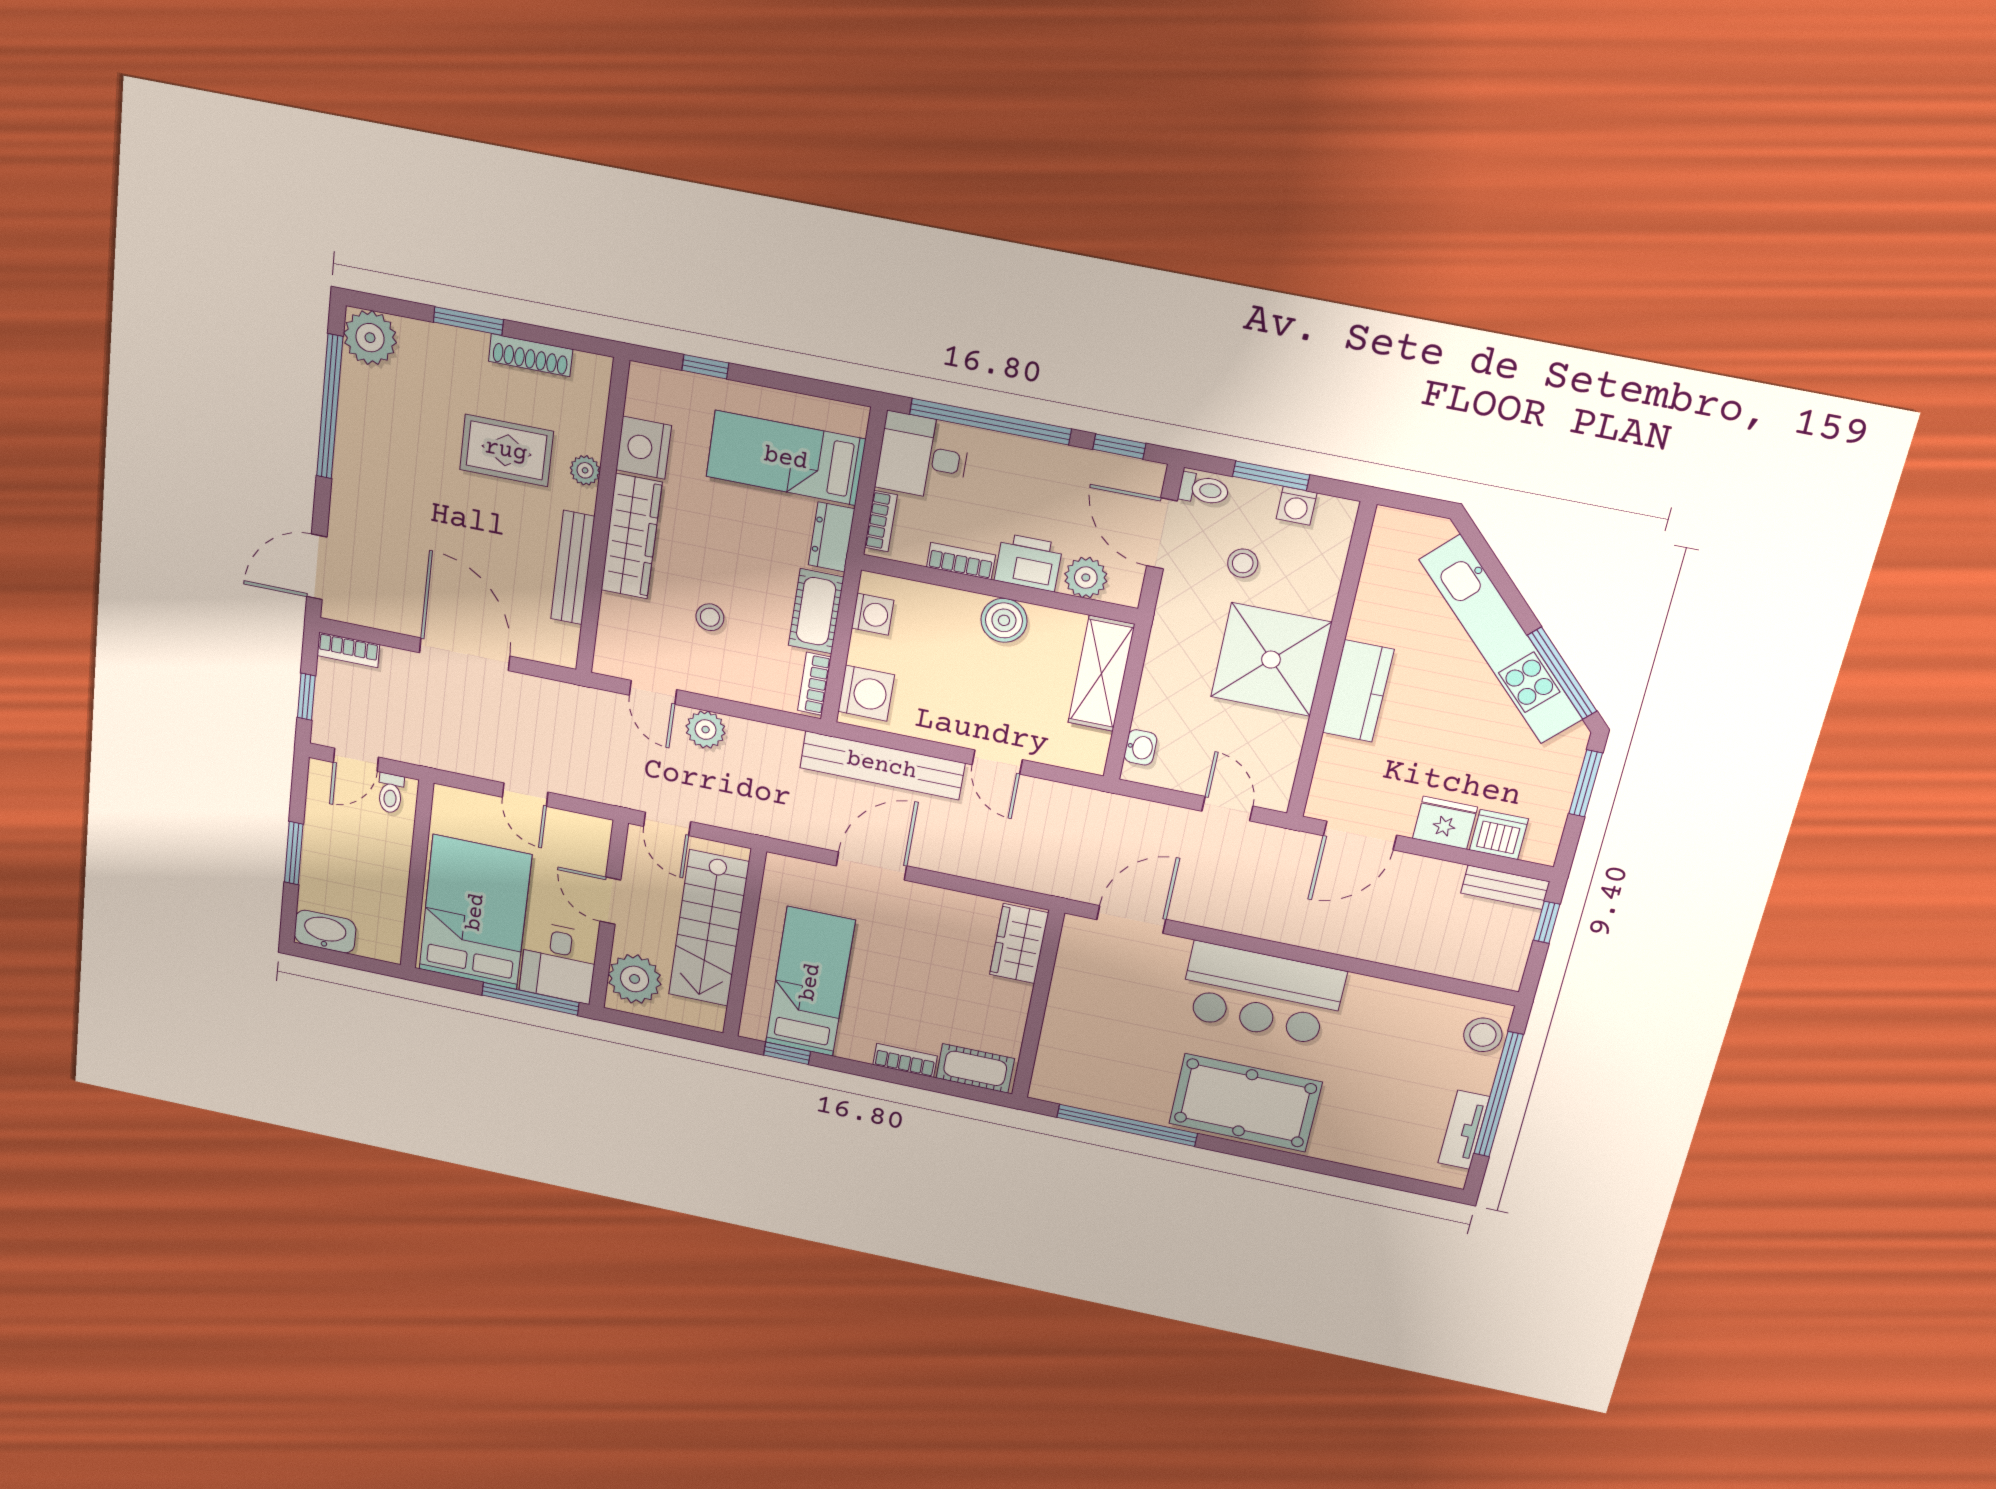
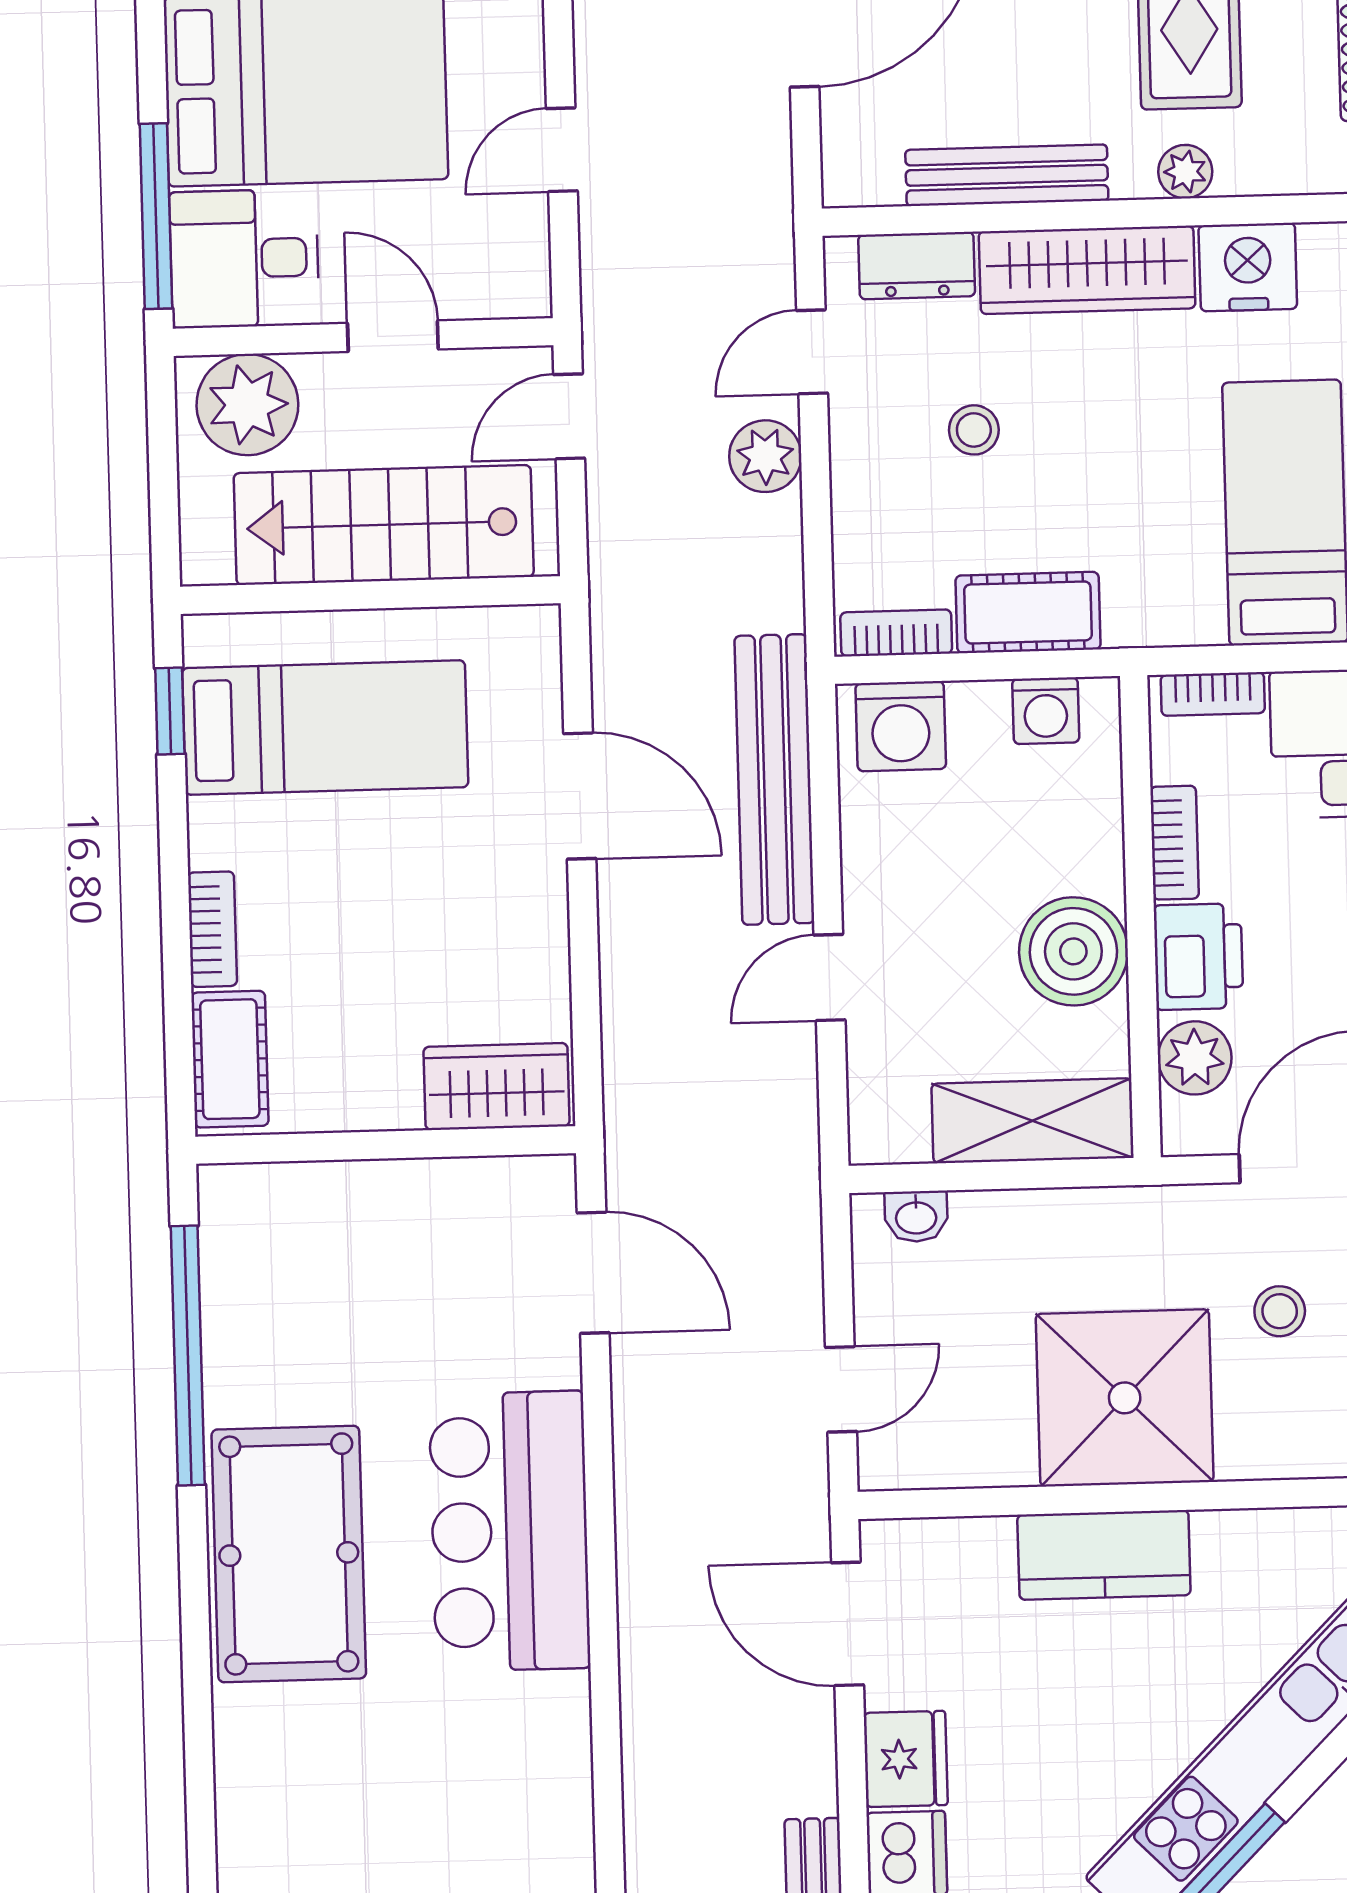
dresser: (832, 537) -> (917, 266), moved, turned 180
boiler: (1004, 620) -> (1073, 951), width x1.37, depth x1.37
door: (610, 901) -> (393, 336), hinge flipped

